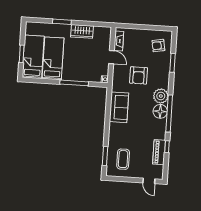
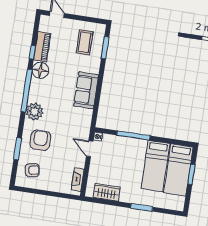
wardrobe: (82, 31) -> (107, 192), moved
door: (111, 57) -> (90, 149), moved
armchair: (139, 75) -> (40, 140), moved
sofa: (119, 107) -> (86, 90), moved
floor lamp: (160, 111) -> (40, 70), moved

